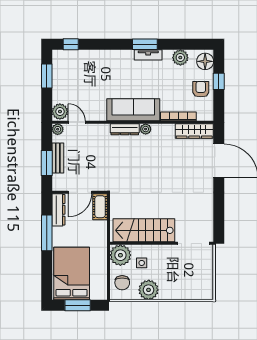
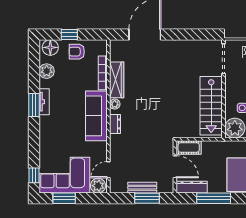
corner sofa: (71, 76) -> (64, 175), added
plant: (58, 129) -> (115, 188), removed
dresser: (125, 129) -> (115, 124), width x0.70
wardrobe: (194, 131) -> (117, 80), moved

